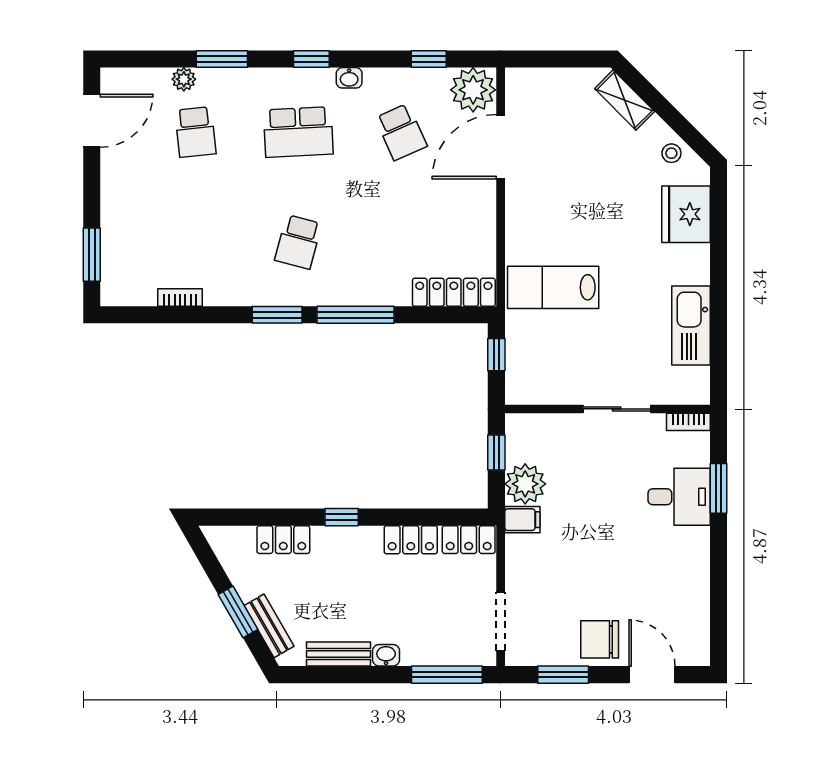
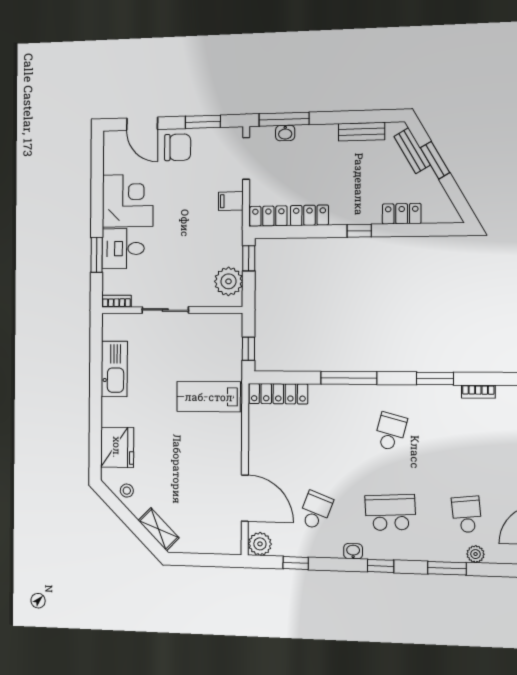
plant: (473, 90) -> (260, 544), width x0.73, depth x0.73
school desk: (401, 132) -> (316, 511), turned 45
door: (501, 147) -> (245, 498), hinge flipped
lab bench: (553, 287) -> (209, 397), turned 180
window: (277, 315) -> (435, 378), moved
window: (496, 453) -> (249, 258), moved
plant: (525, 484) -> (229, 281), moved
filing cabinet: (522, 520) -> (231, 201), moved
corner desk: (673, 565) -> (128, 201), added
washbasin: (386, 655) -> (285, 133), moved

